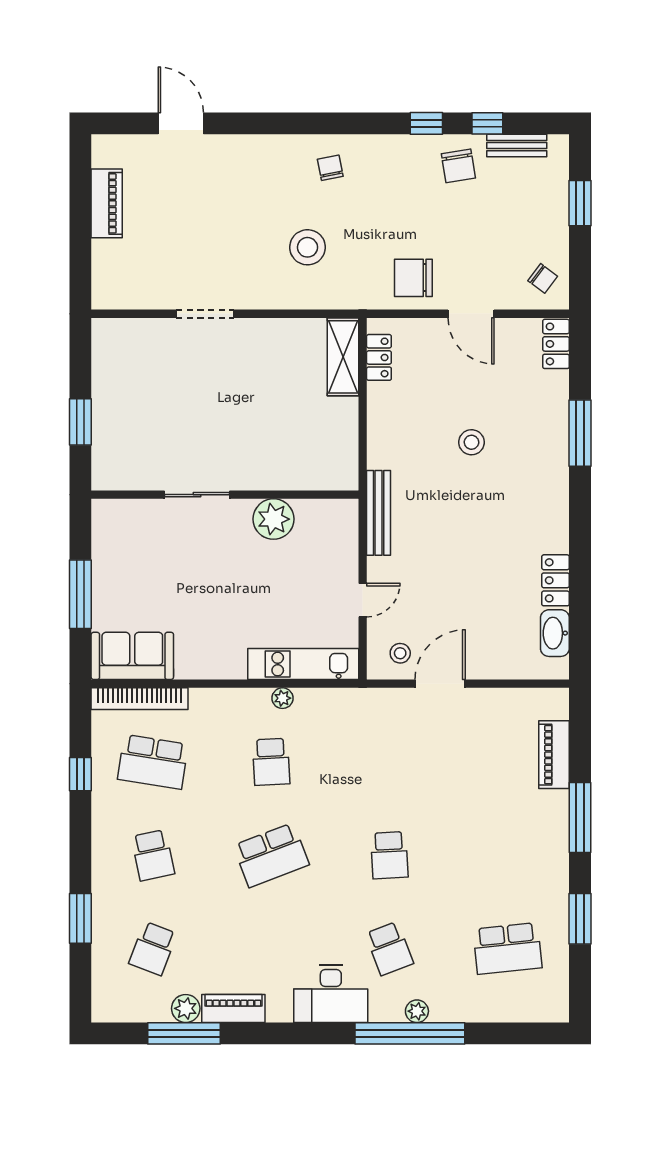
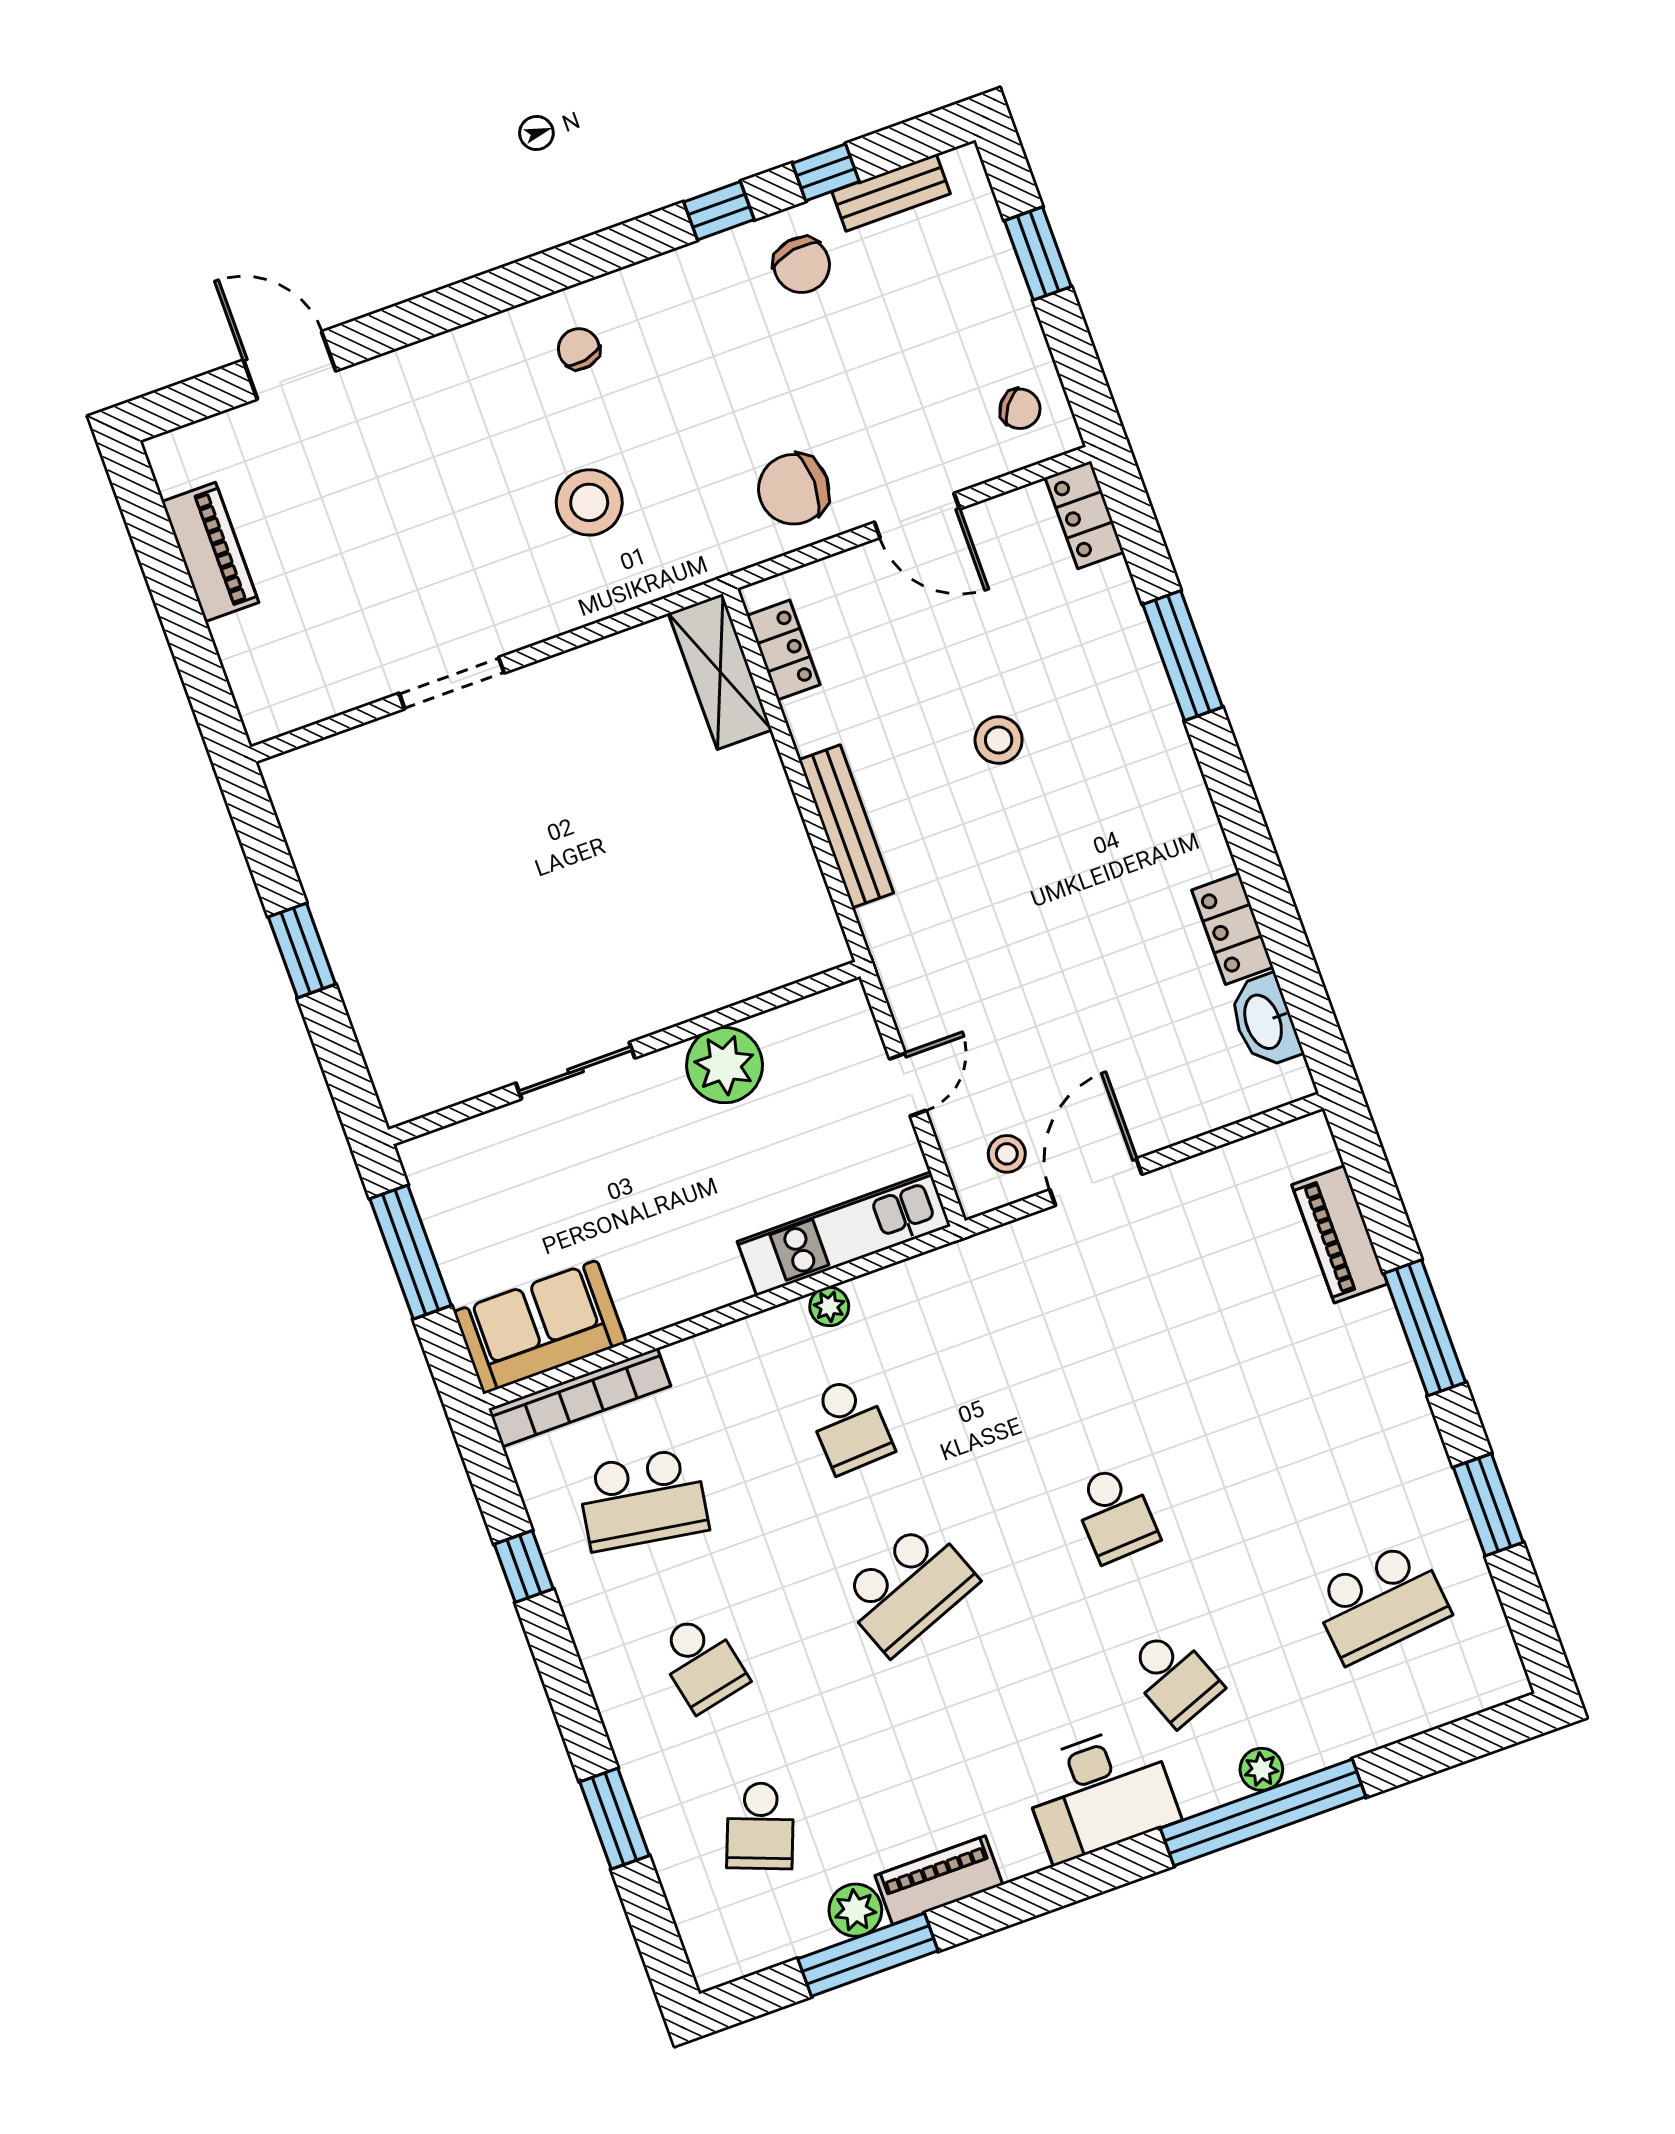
sliding door: (197, 495) -> (575, 1071), moved
wall: (225, 495) -> (624, 1053), moved
bench: (379, 513) -> (846, 826), moved
plant: (273, 519) -> (725, 1065), moved

